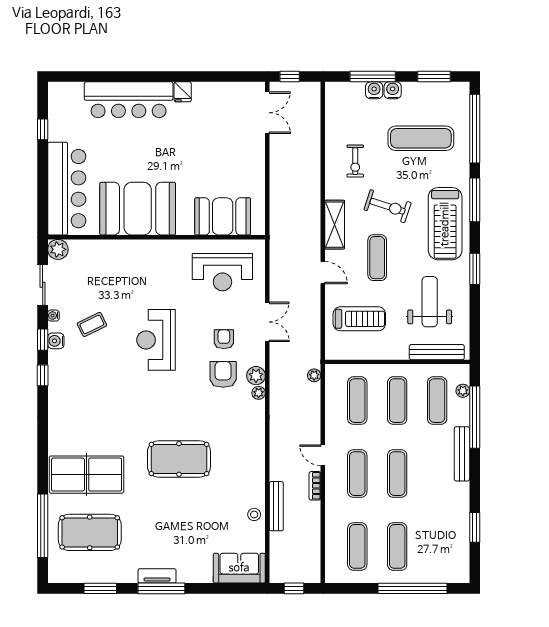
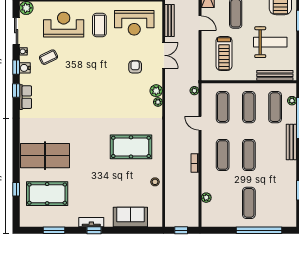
coffee table: (169, 275) -> (99, 25), added
weight bench: (430, 302) -> (270, 42), turned 90
treadmill: (359, 319) -> (224, 53), turned 90
reception desk: (156, 340) -> (64, 25), moved, turned 90
armchair: (223, 374) -> (135, 90), removed
row of seats: (57, 385) -> (25, 97), added
door: (323, 455) -> (200, 123), moved
pool table: (179, 459) -> (131, 147), moved
bench: (276, 506) -> (170, 21), moved
window: (43, 526) -> (16, 189), width x0.32
plant: (332, 538) -> (206, 198), added
exercise mat: (357, 546) -> (223, 203), removed
sofa: (239, 568) -> (130, 217), moved
window: (161, 588) -> (94, 230), width x0.46

